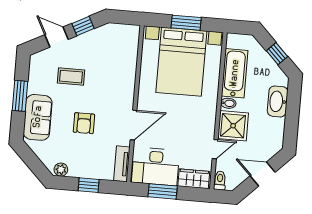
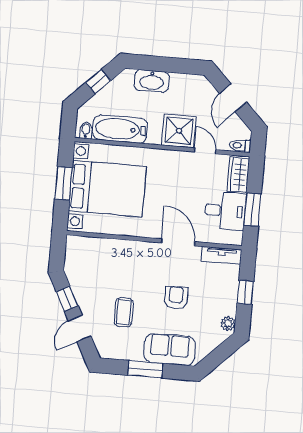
bidet: (228, 103) -> (86, 130), moved
armchair: (84, 123) -> (176, 298), turned -90
desk: (155, 166) -> (225, 211), width x0.73

